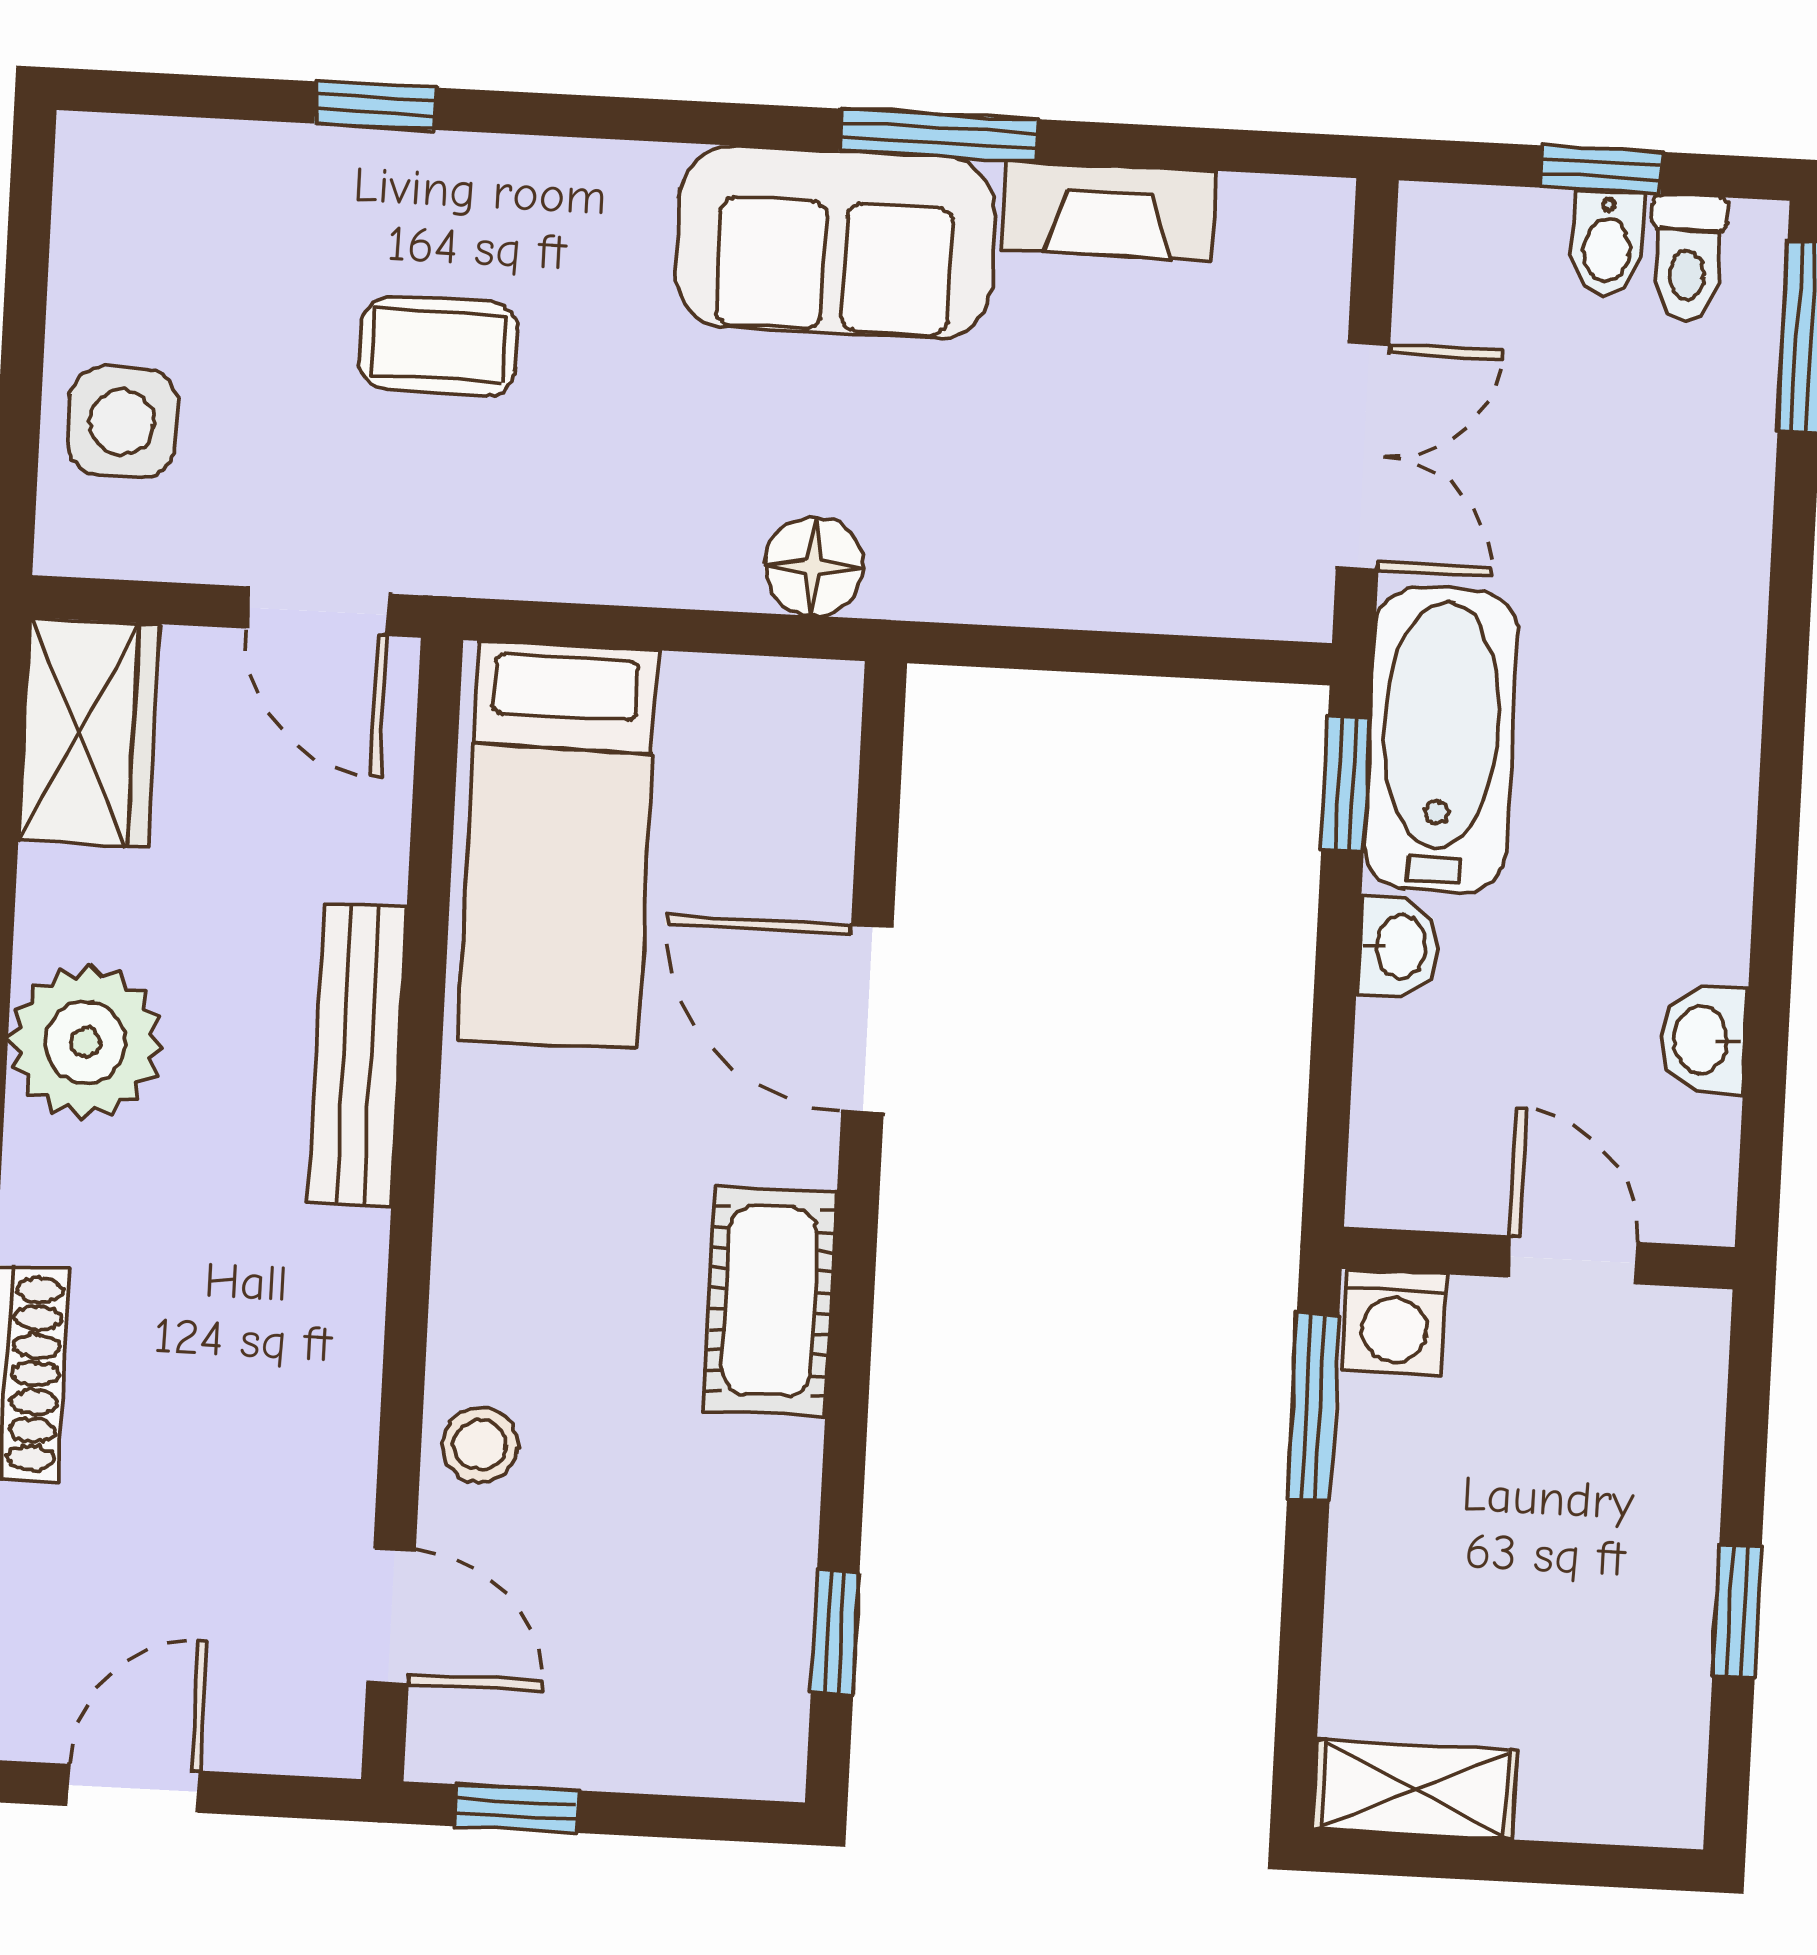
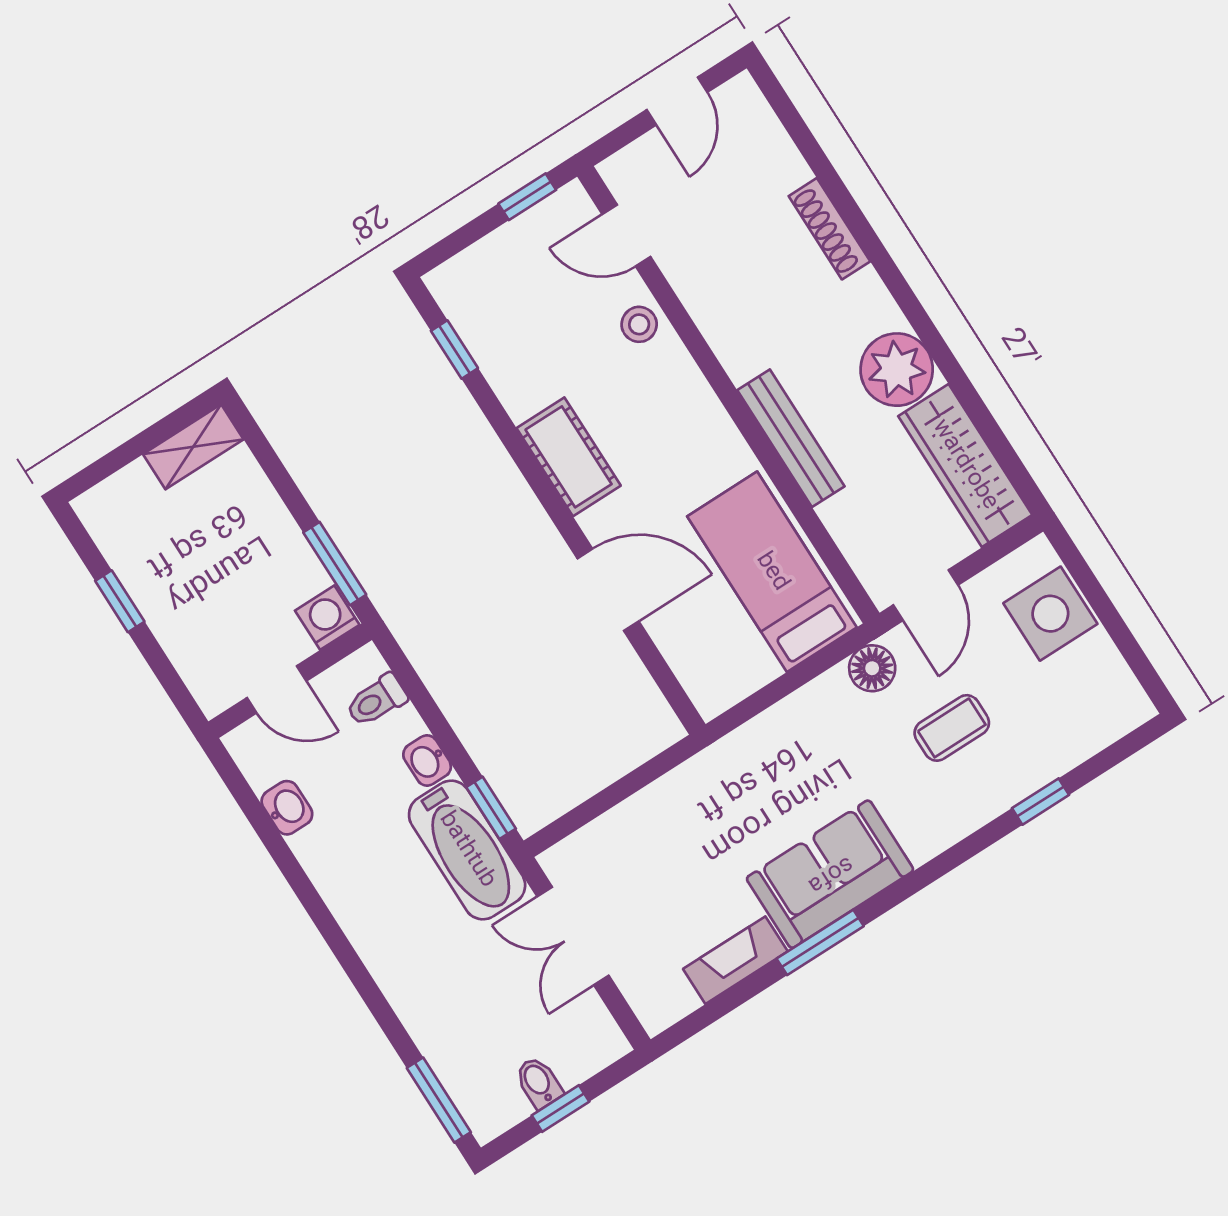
toilet: (1688, 258) -> (376, 700), moved, turned -90
side table: (122, 422) -> (1050, 614), width x1.37, depth x1.37
floor lamp: (814, 566) -> (872, 668), moved
door: (318, 611) -> (926, 595), swing flipped
wardrobe: (89, 733) -> (965, 465), width x1.50

